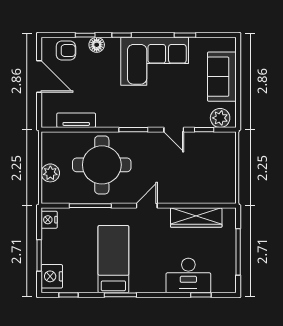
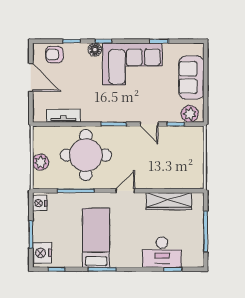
floor lamp: (97, 45) -> (95, 50), moved
armchair: (66, 51) -> (54, 55), turned 180

